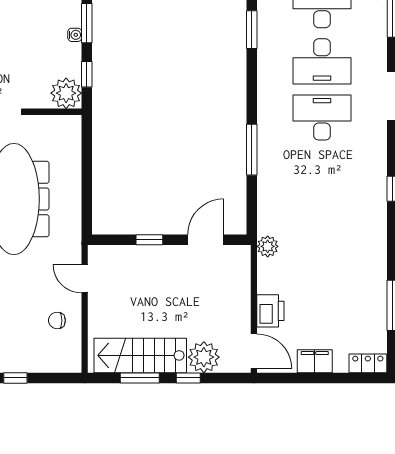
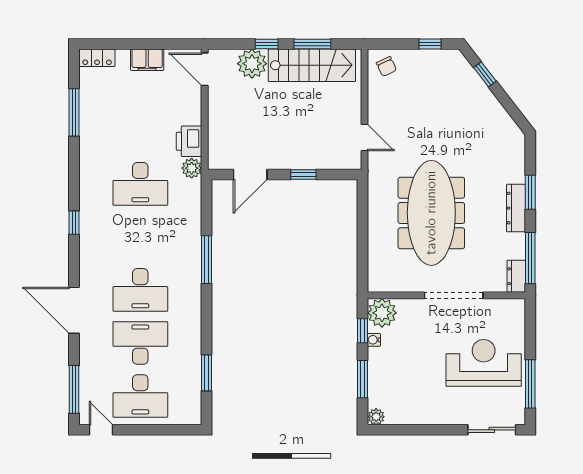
water cooler: (75, 35) -> (374, 340), moved
desk: (322, 230) -> (140, 184), added
printer: (270, 311) -> (189, 141), moved
chair: (57, 320) -> (386, 66), moved, turned 65

